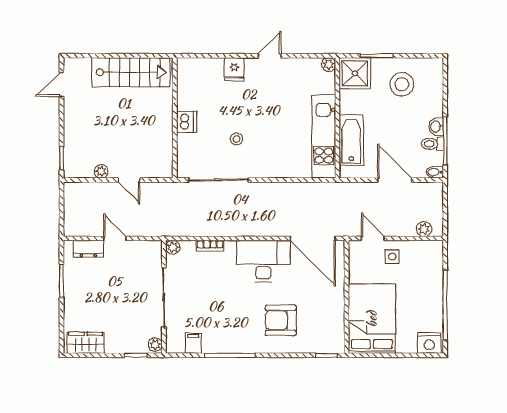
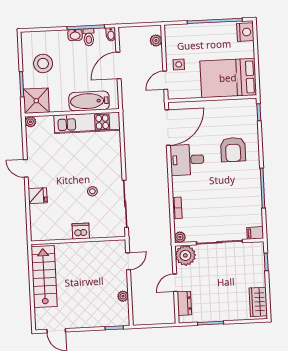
door: (129, 180) -> (128, 261), moved
desk: (263, 261) -> (187, 160), width x0.73
filing cabinet: (193, 343) -> (255, 233), moved
plant: (155, 345) -> (185, 255), moved, width x1.87, depth x1.87

